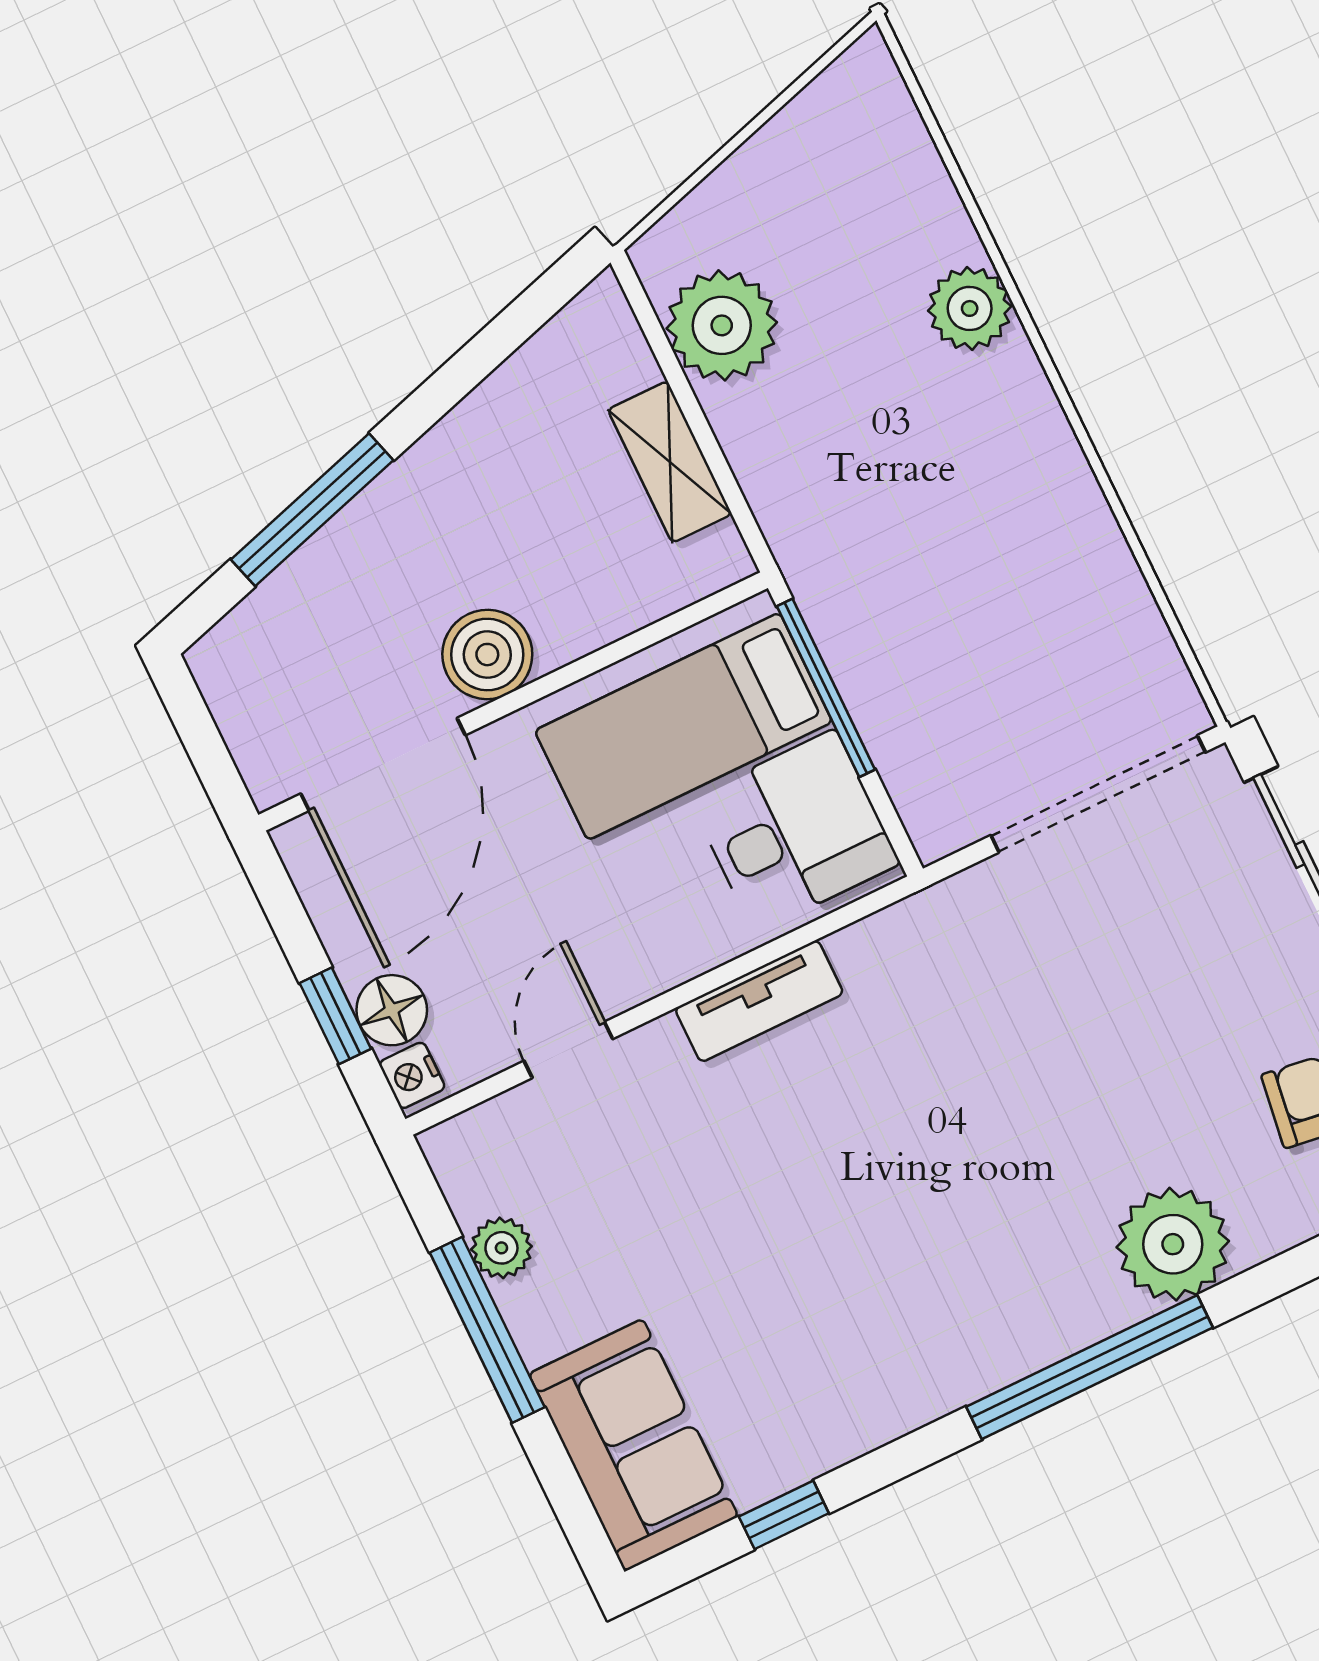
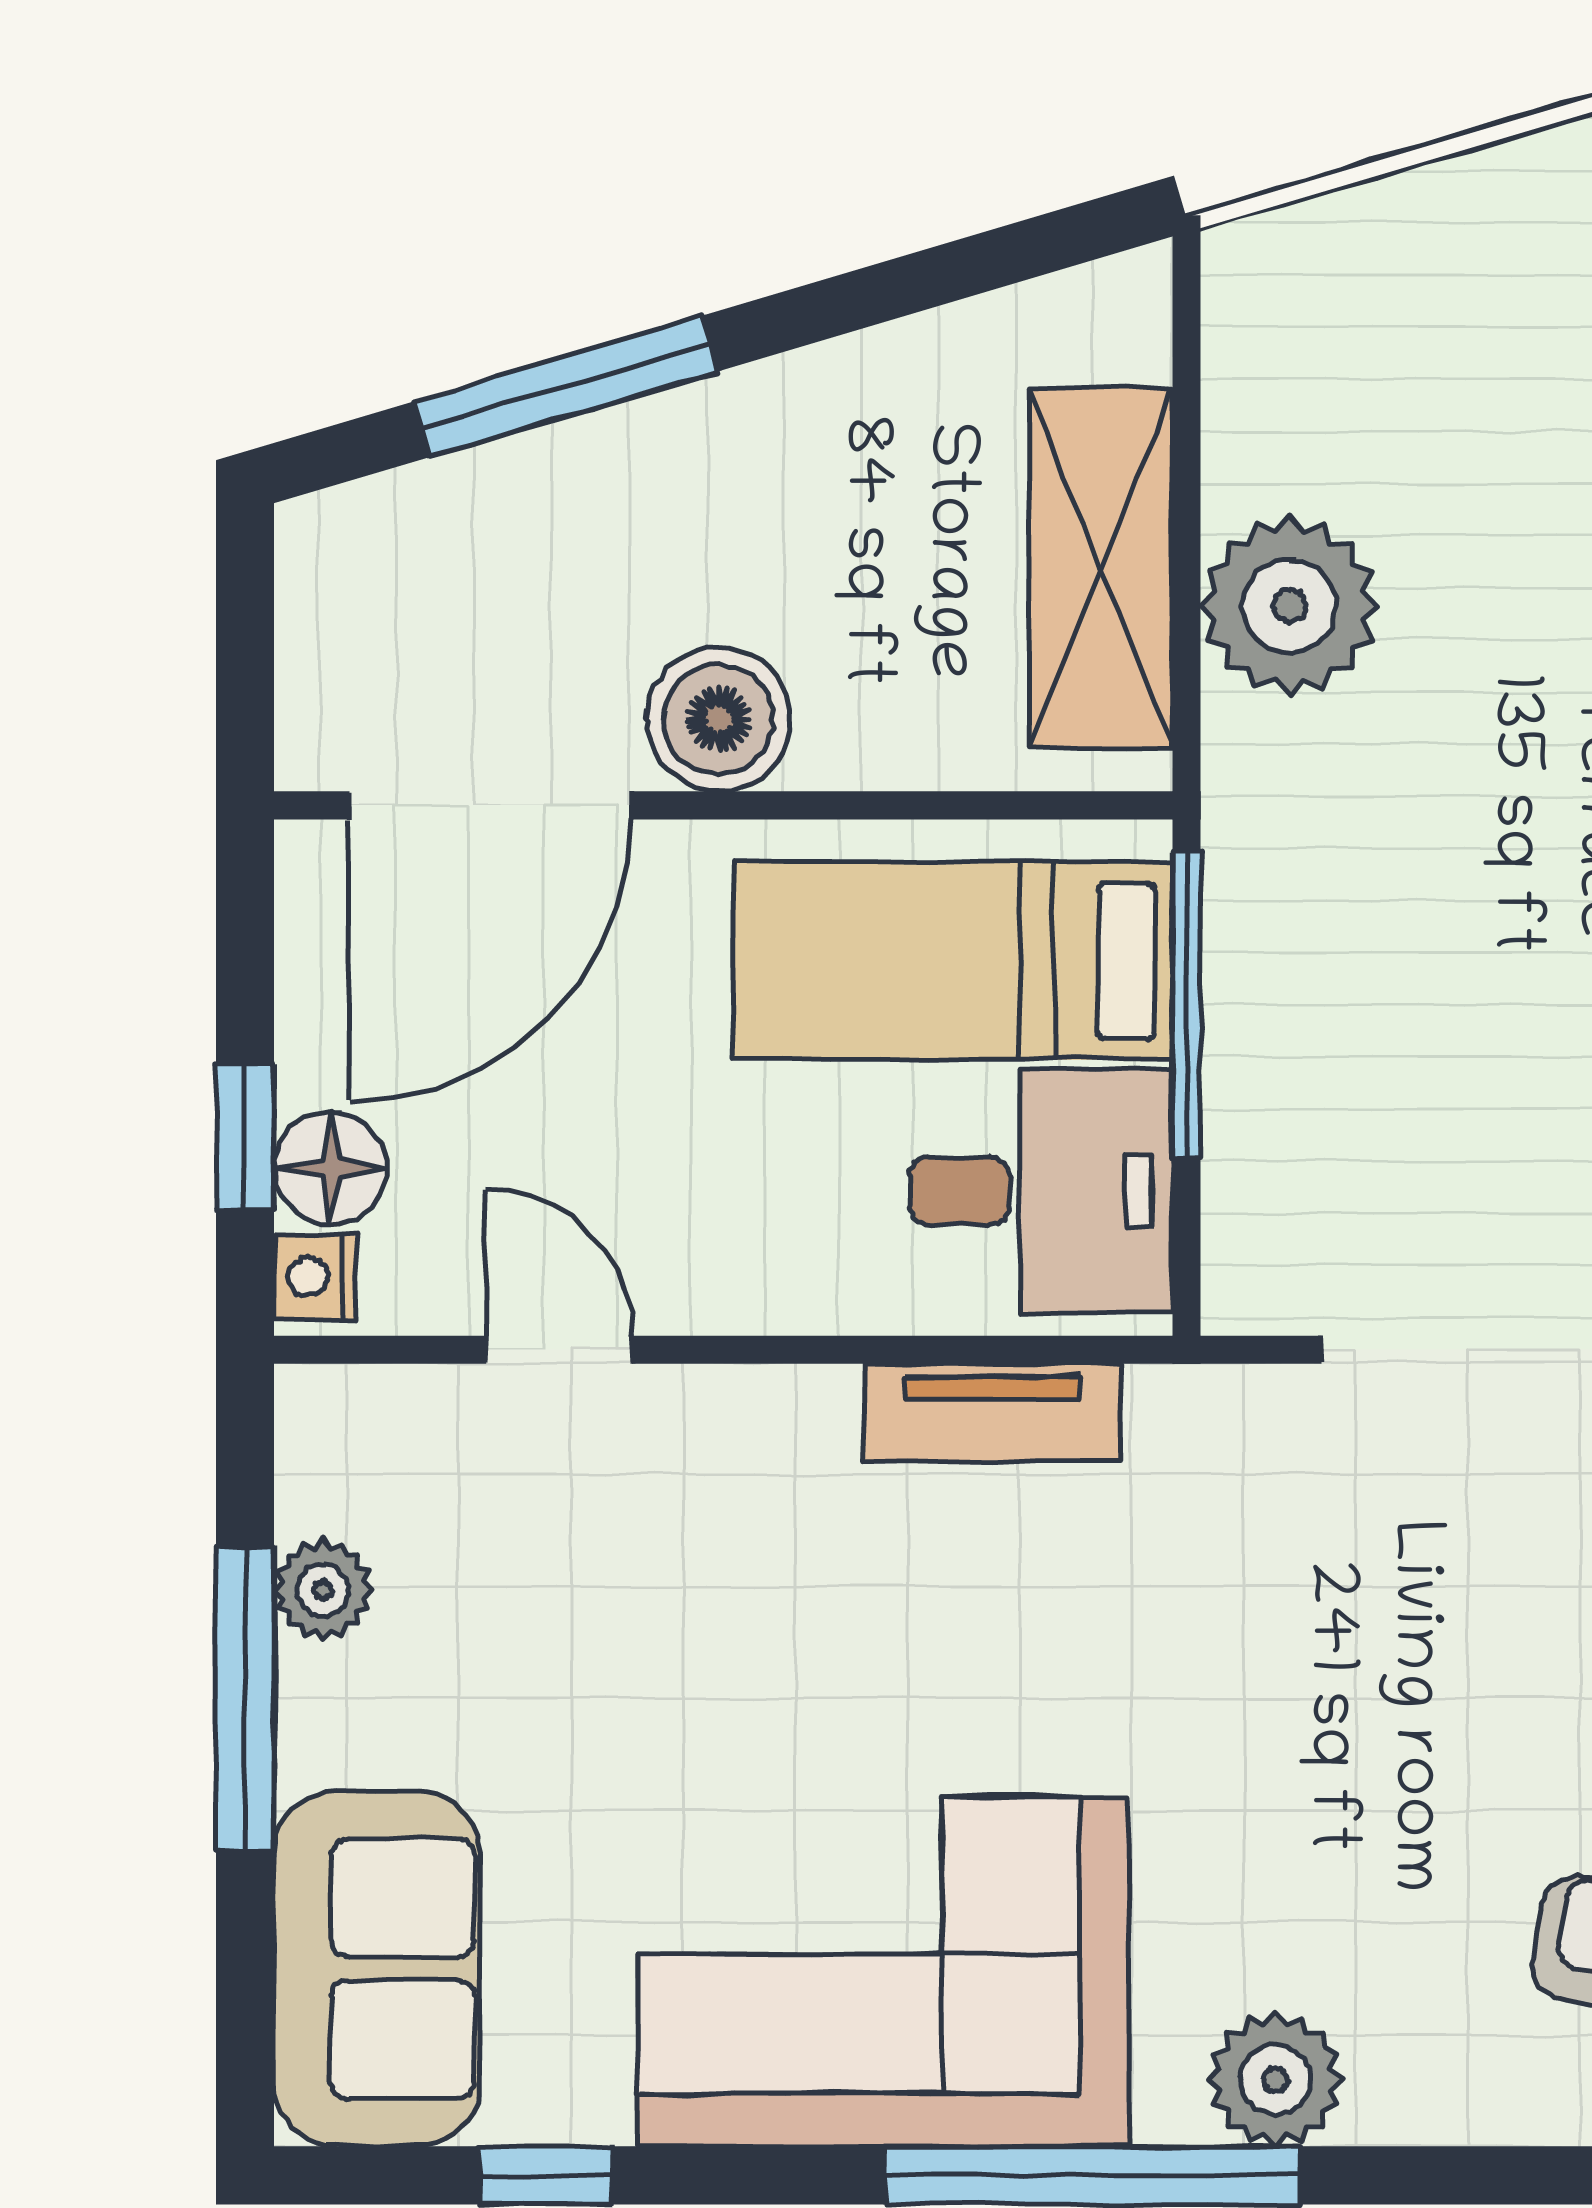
plant: (722, 325) -> (1290, 606), moved
shelving: (670, 462) -> (1101, 568), width x1.50, depth x1.33
tv unit: (759, 1001) -> (992, 1413), moved
door: (568, 1050) -> (559, 1350), hinge flipped
plant: (1173, 1244) -> (1275, 2080), width x0.73, depth x0.73
corner sofa: (917, 1310) -> (883, 1972), added

